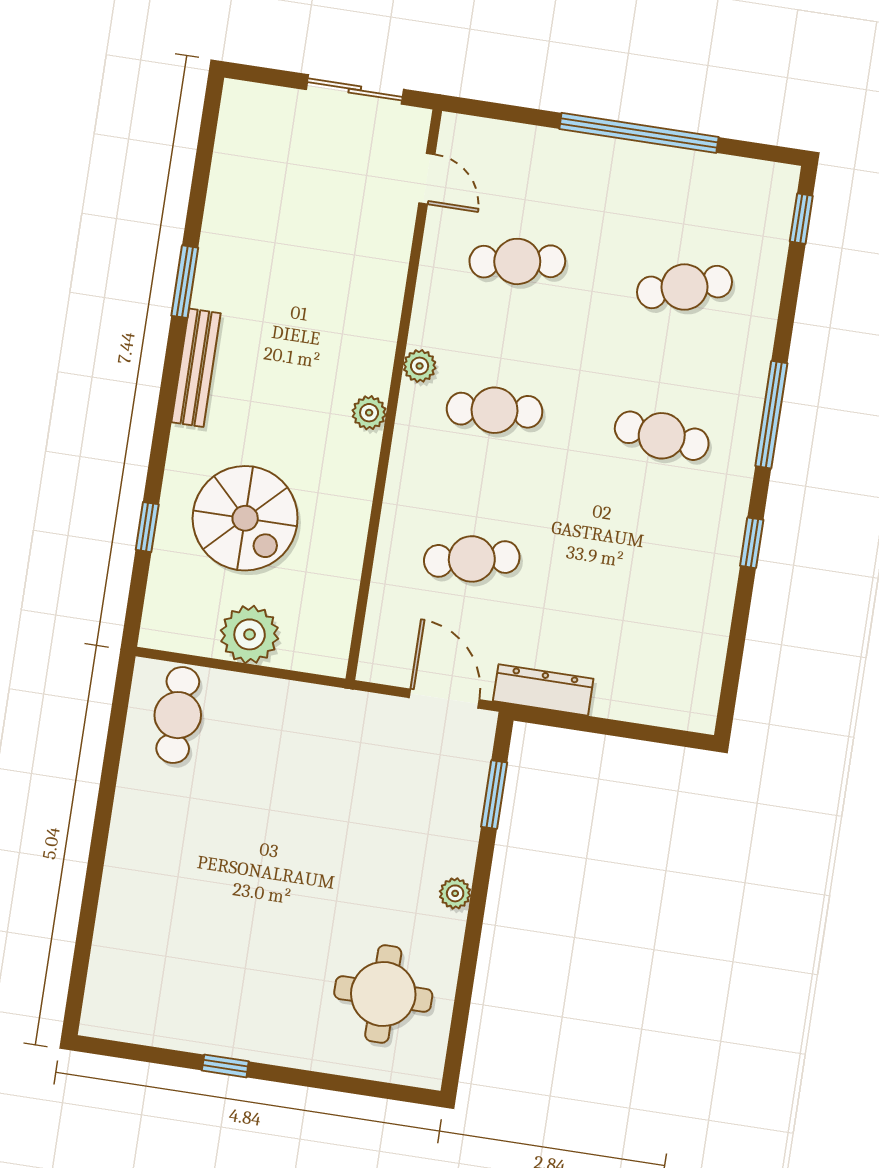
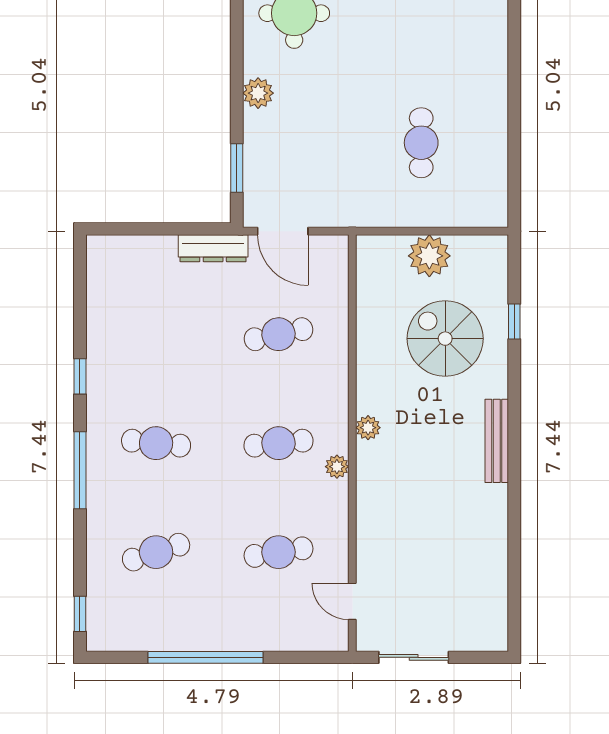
window: (185, 282) -> (514, 501), removed
cafe table: (178, 715) -> (421, 143), moved
plant: (455, 893) -> (258, 93), width x1.38, depth x1.38

